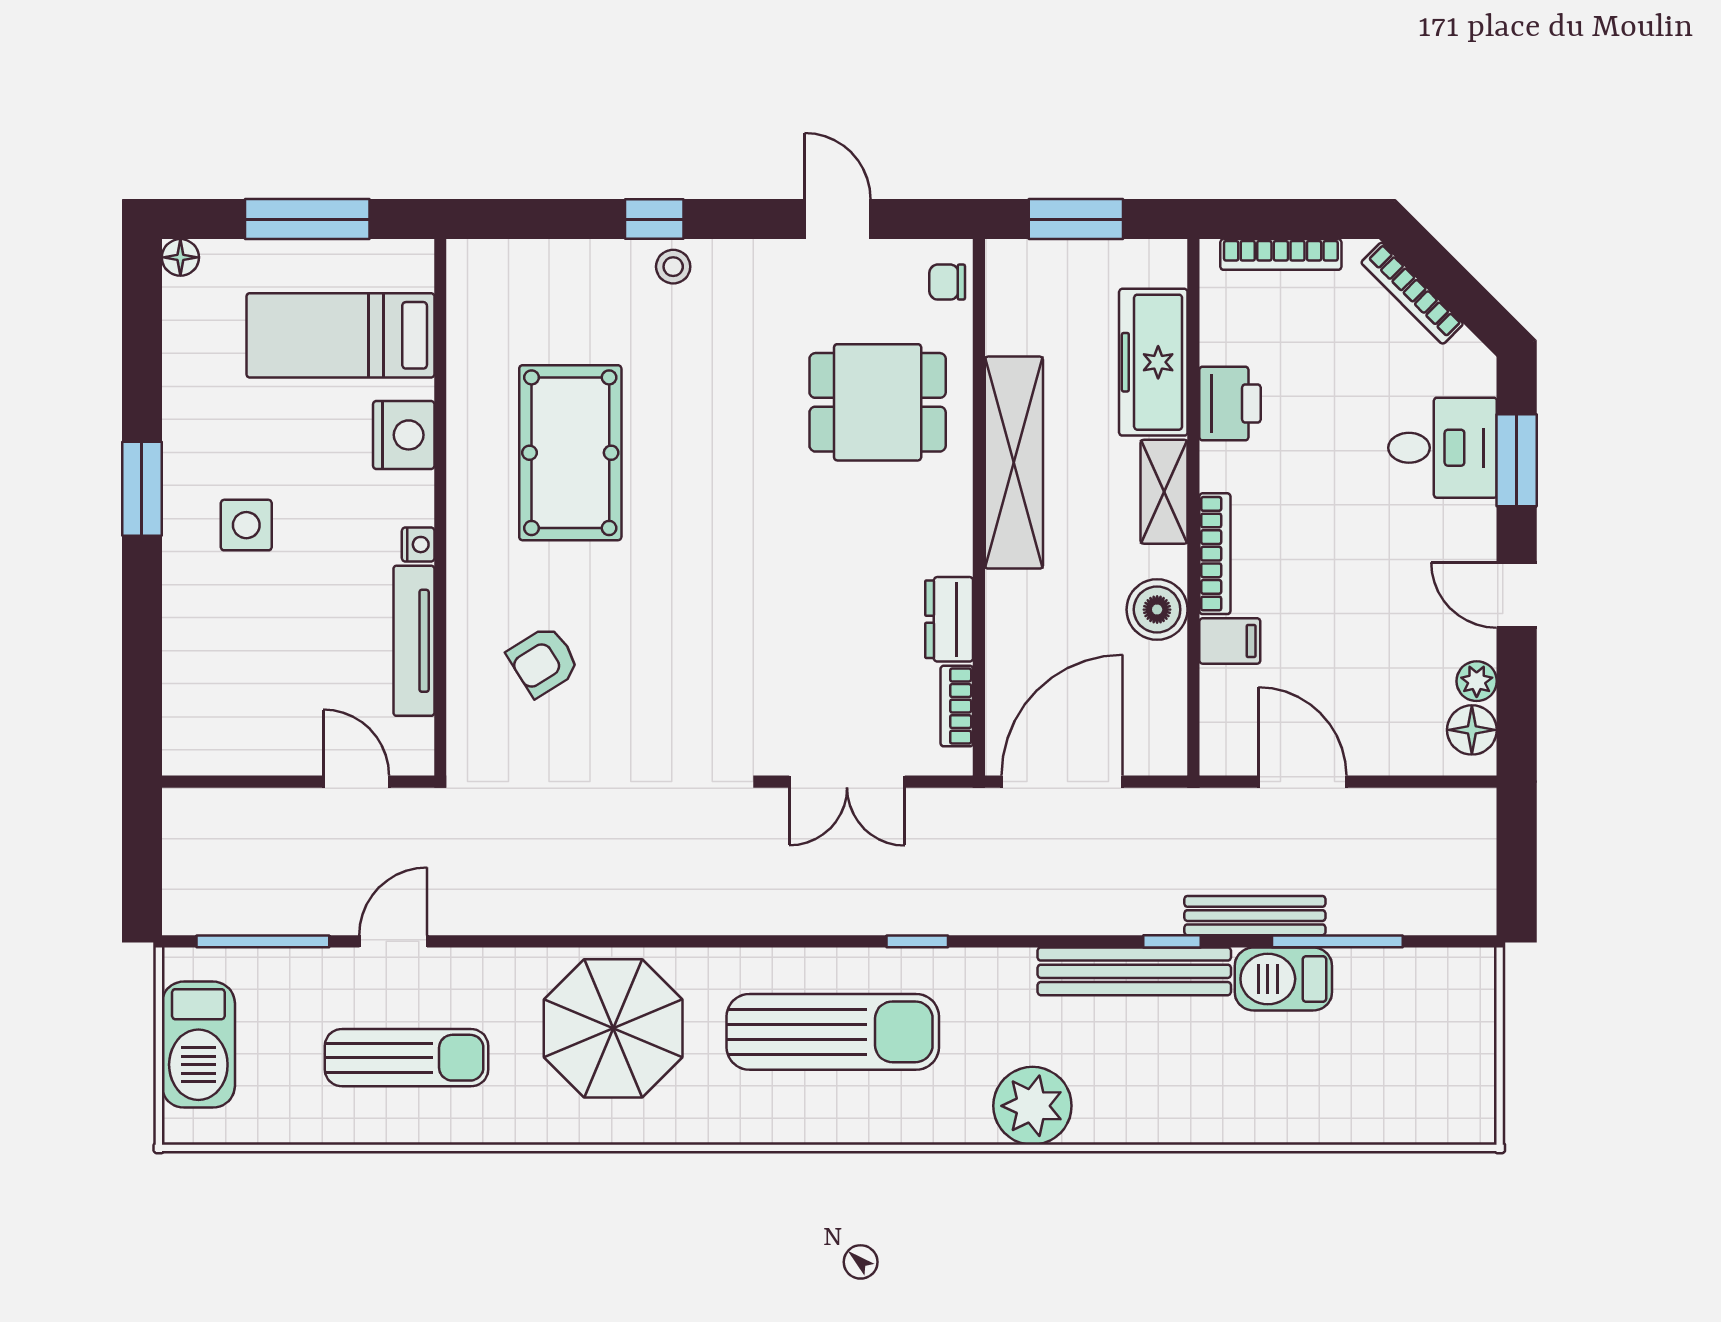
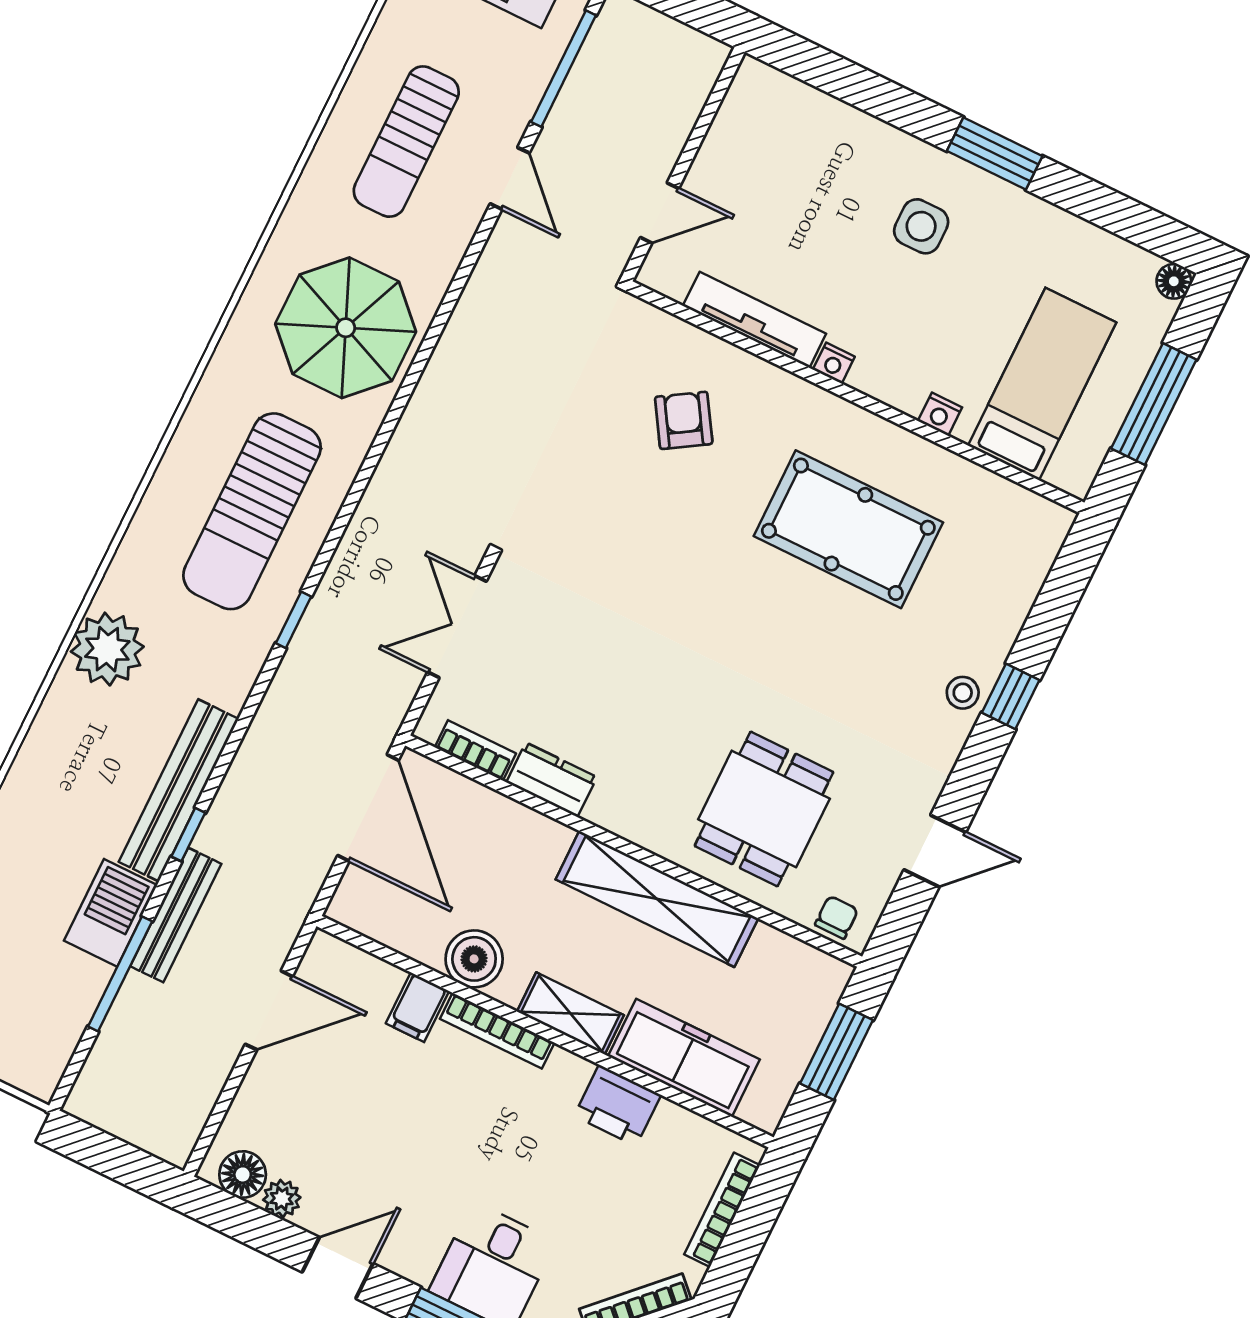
nightstand: (404, 435) -> (940, 414), width x0.53, depth x0.56

